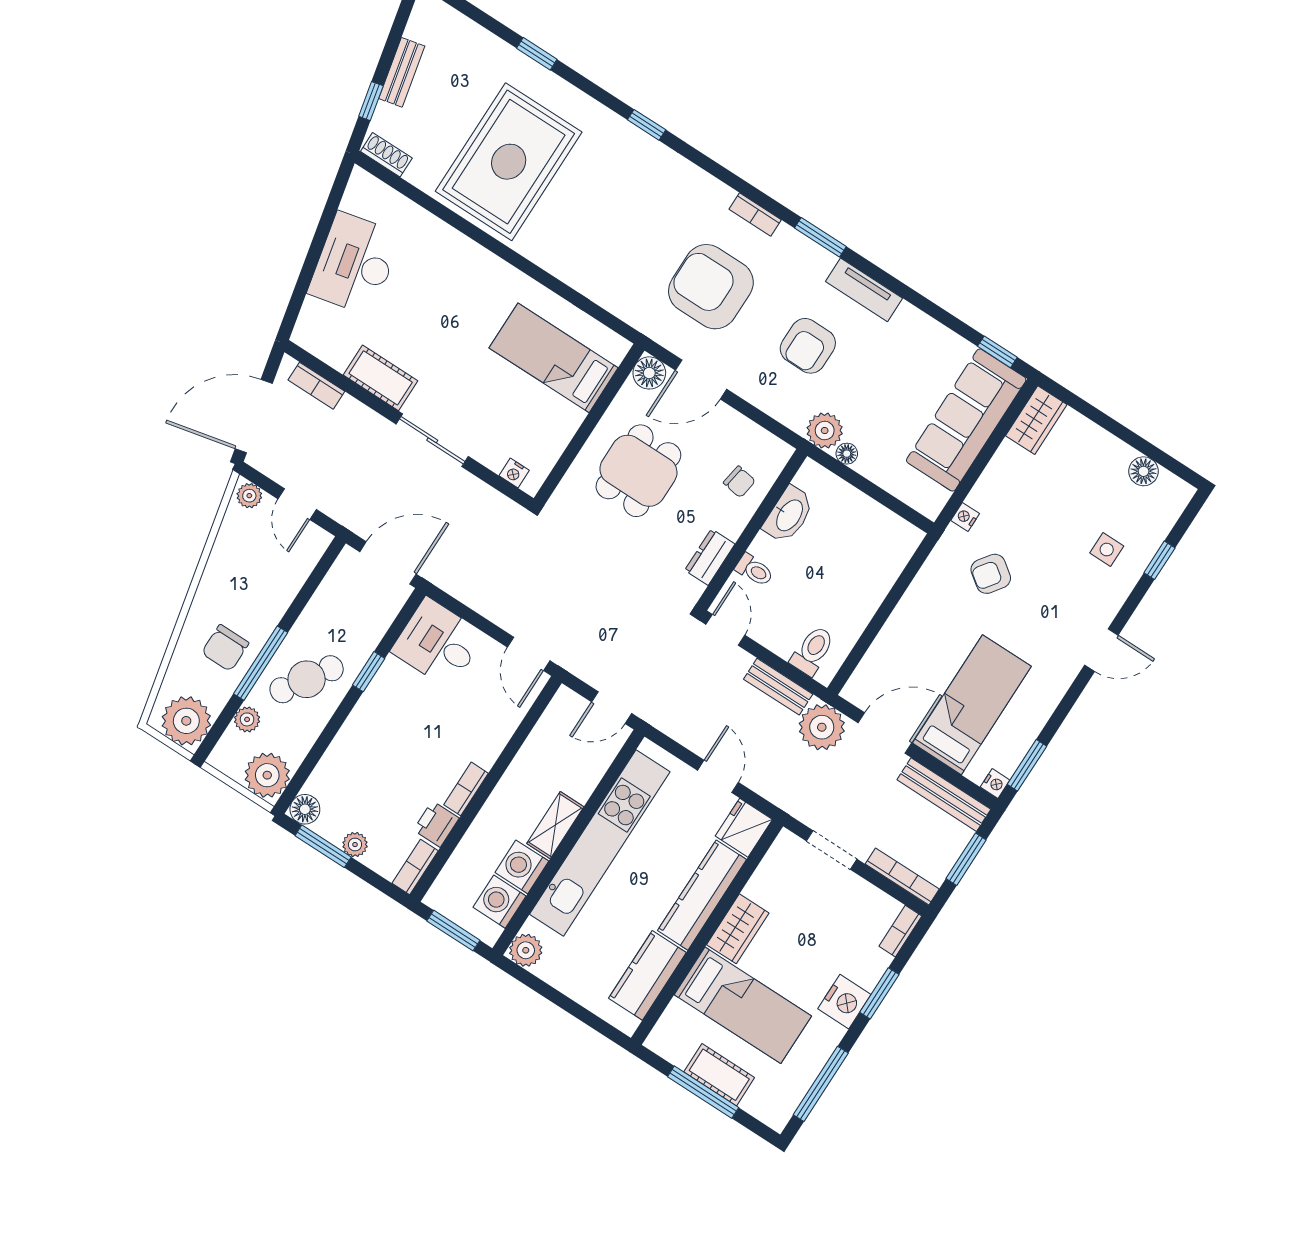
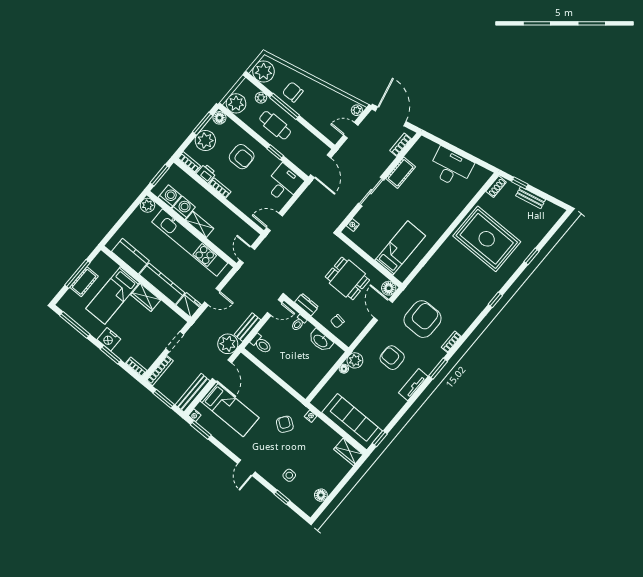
cafe table: (307, 679) -> (275, 125), turned -33
armchair: (388, 748) -> (242, 157), added
plant: (355, 845) -> (205, 140), width x1.87, depth x1.87

